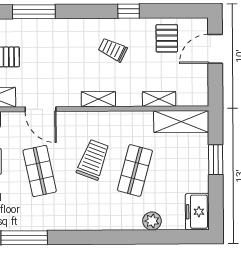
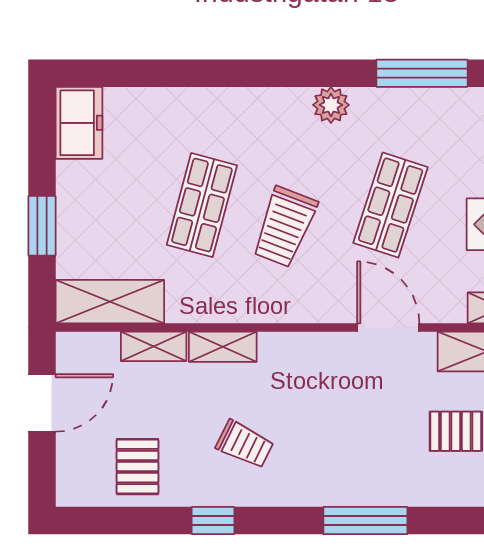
window: (34, 12) -> (365, 521), moved
door: (215, 49) -> (42, 403), moved
shelving: (98, 99) -> (223, 347), moved
shop shelf: (40, 171) -> (391, 205), turned 30
plant: (152, 221) -> (331, 105), moved

